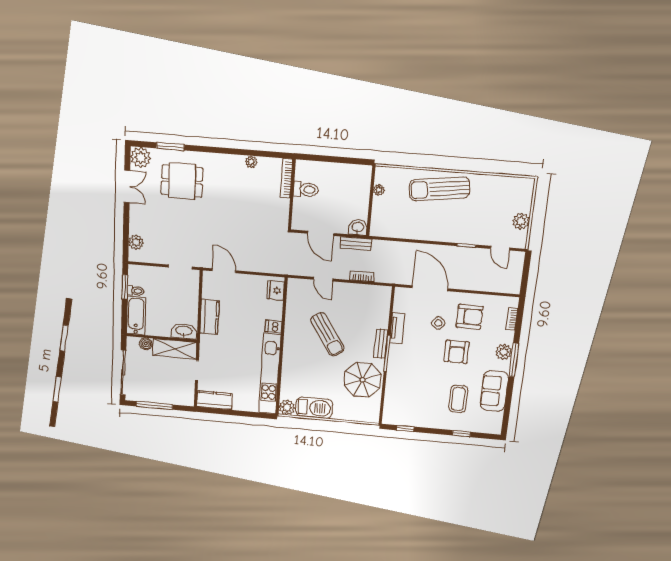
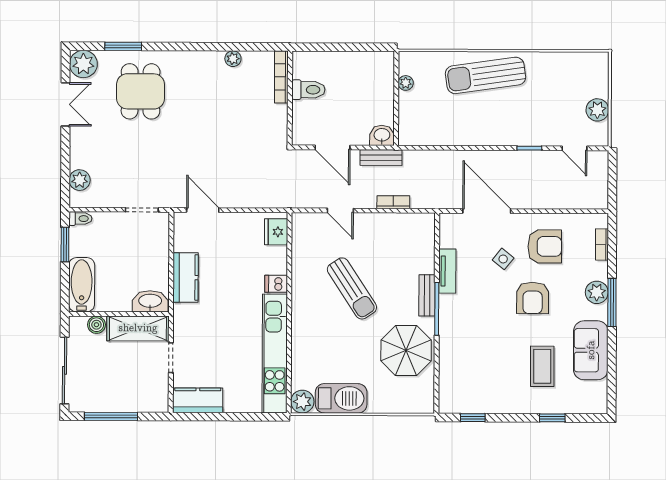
dining table: (182, 181) -> (141, 91), turned 90
toilet: (136, 291) -> (80, 219), moved

